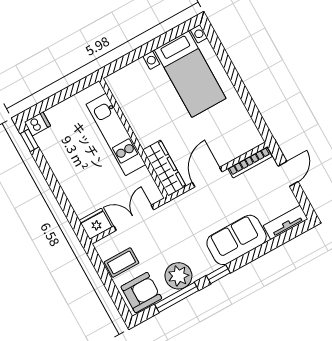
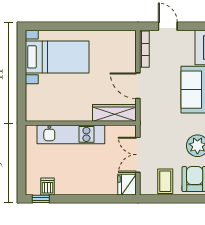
dishwasher: (37, 124) -> (47, 186), moved

